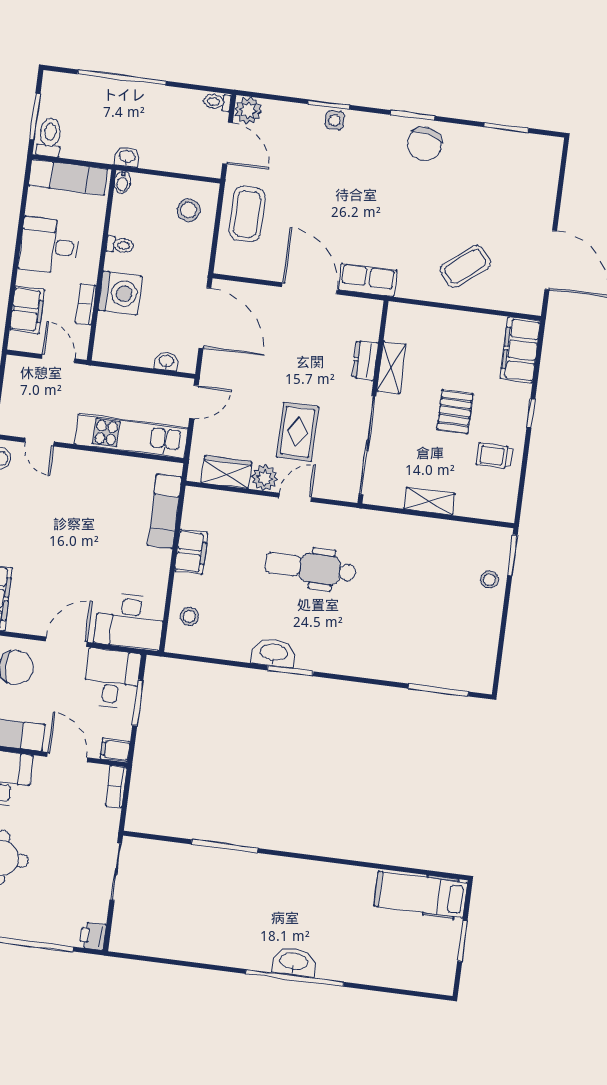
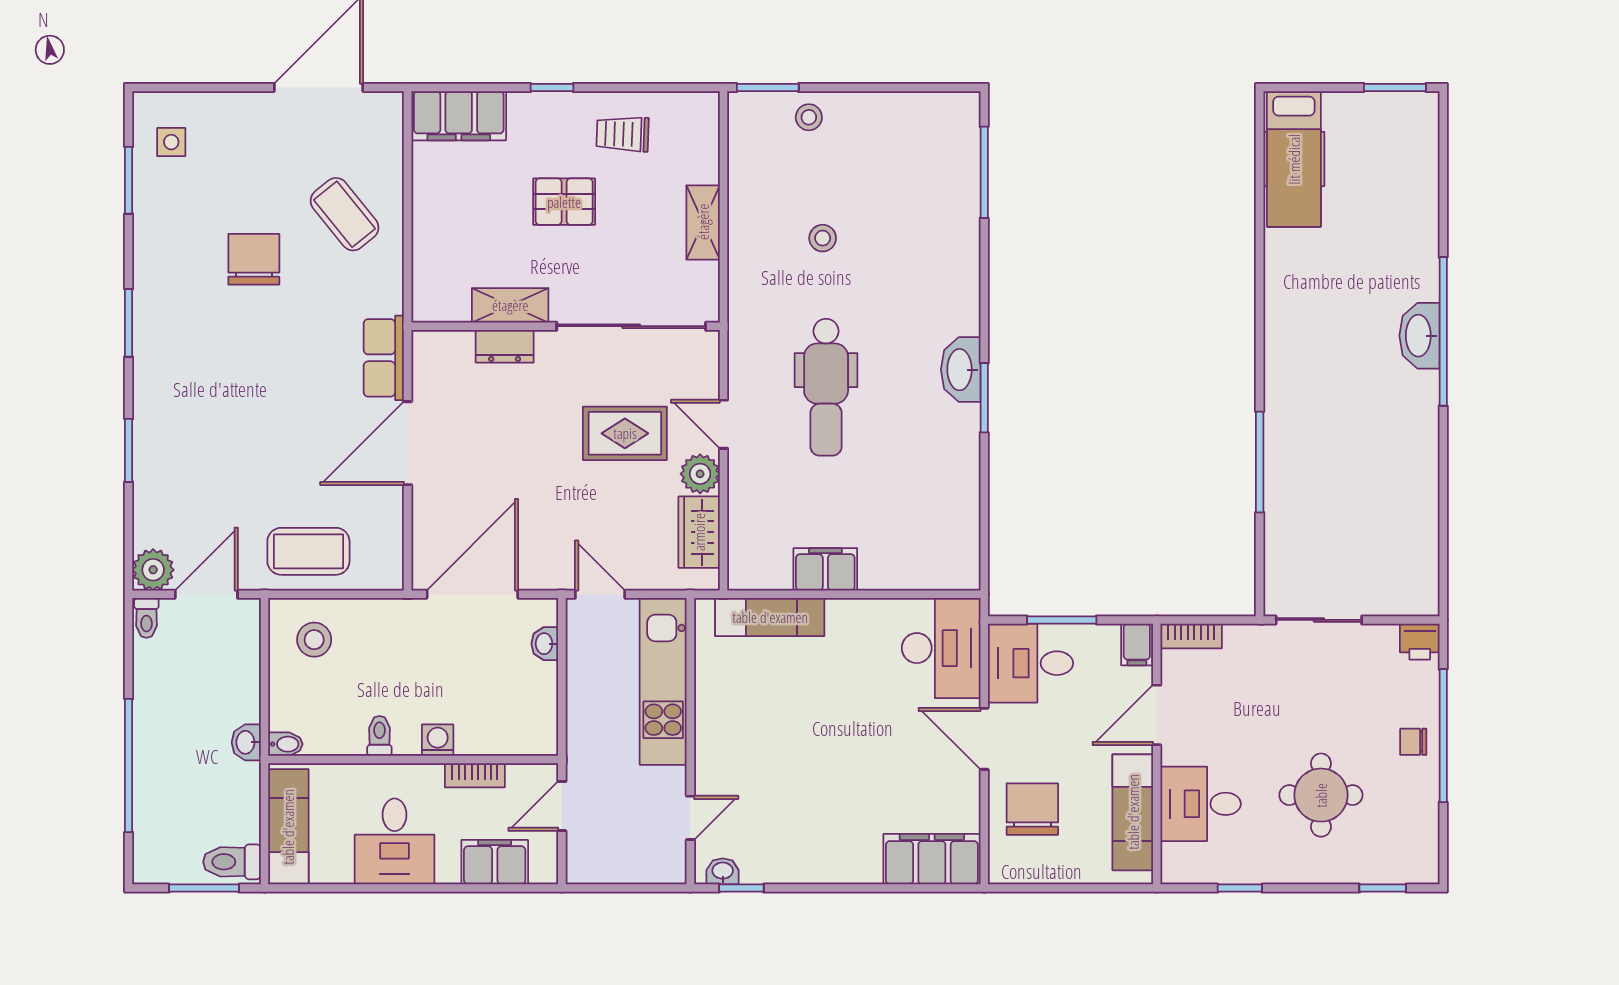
side table: (335, 120) -> (171, 142), moved
chair: (424, 144) -> (254, 259), moved, turned -103
washing machine: (120, 293) -> (438, 740), width x0.53, depth x0.53
trolley: (494, 456) -> (623, 134), turned 92
stool: (189, 616) -> (823, 238), moved
washbasin: (274, 653) -> (961, 370), moved
chair: (28, 923) -> (1413, 742), added
window: (462, 941) -> (1395, 88), moved

